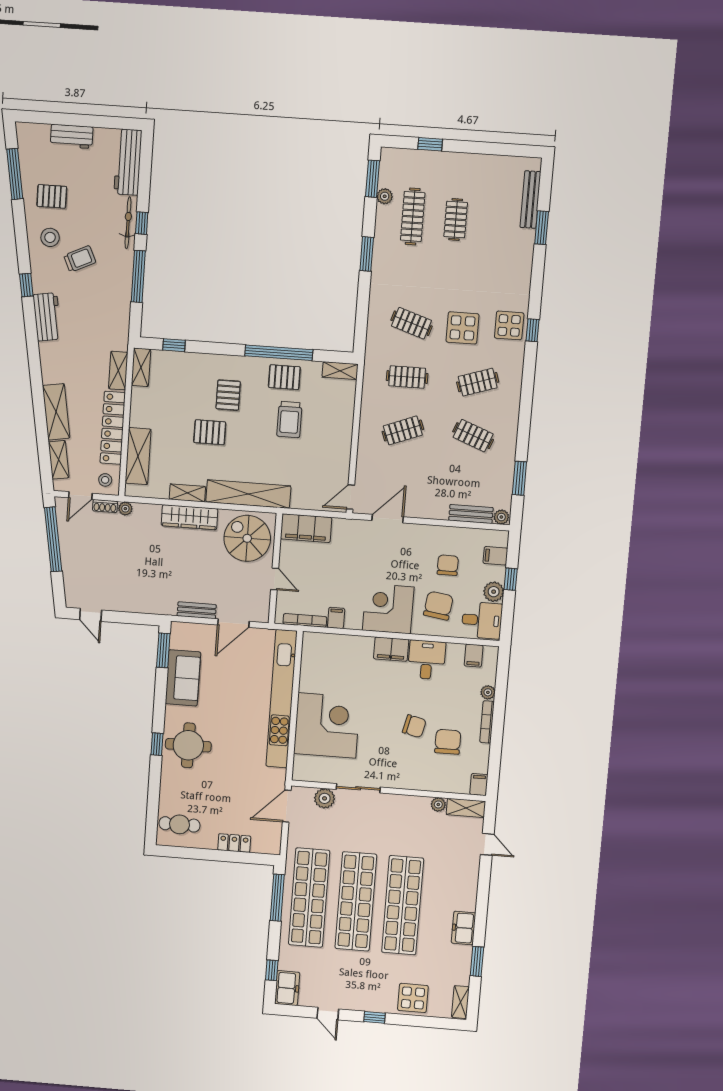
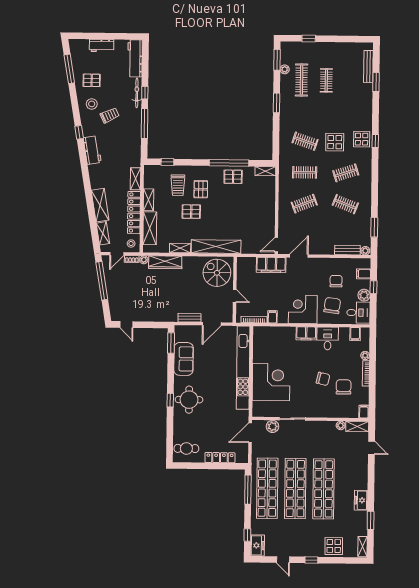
shelving: (141, 367) -> (148, 200), moved
trolley: (289, 419) -> (178, 185), moved
wardrobe: (190, 517) -> (165, 262), moved
filing cabinet: (306, 528) -> (271, 265), moved
locker: (234, 843) -> (220, 458), width x1.53

